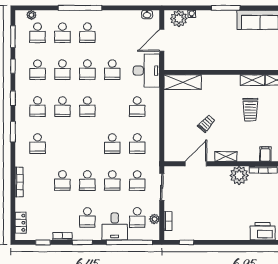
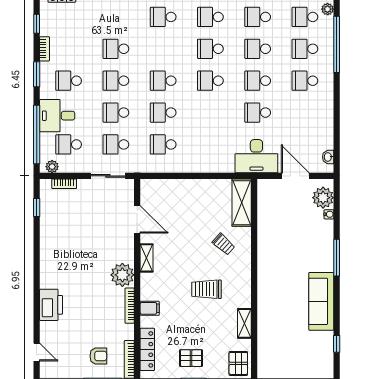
window: (80, 8) -> (337, 44), moved
shelving: (252, 80) -> (244, 292), removed
school desk: (137, 107) -> (163, 81), moved
trolley: (206, 124) -> (224, 244), moved
plant: (154, 219) -> (52, 167), moved

